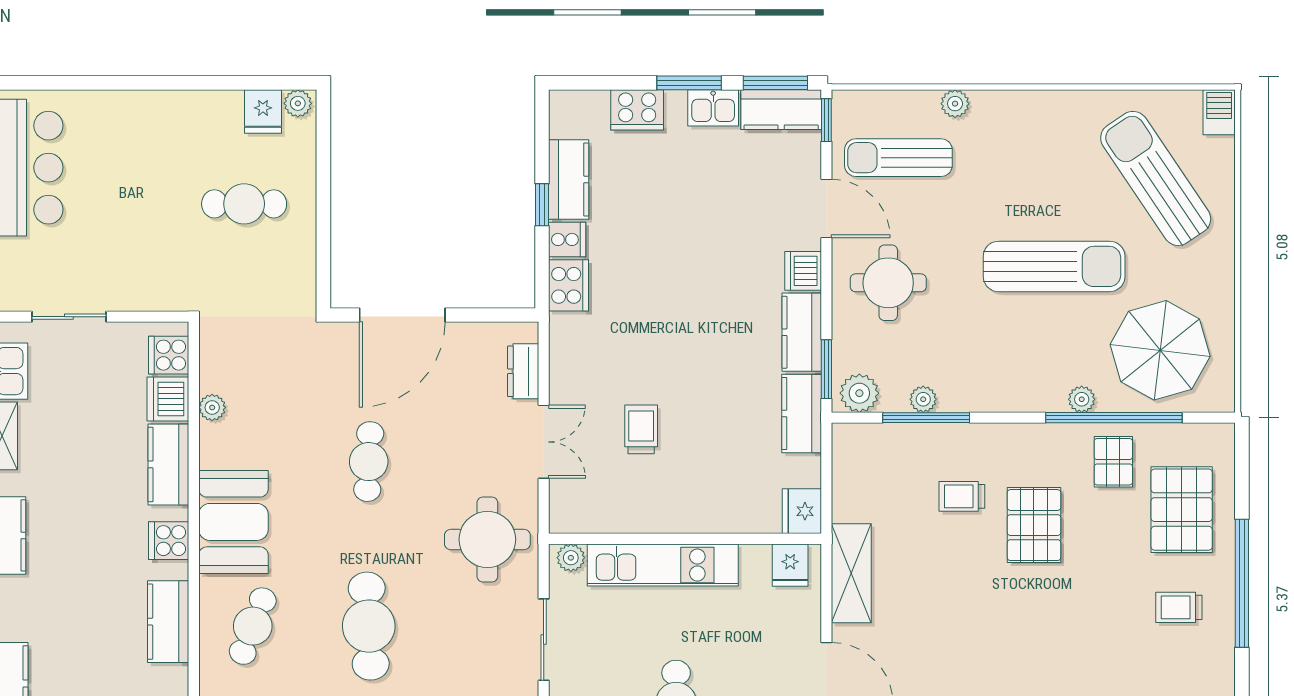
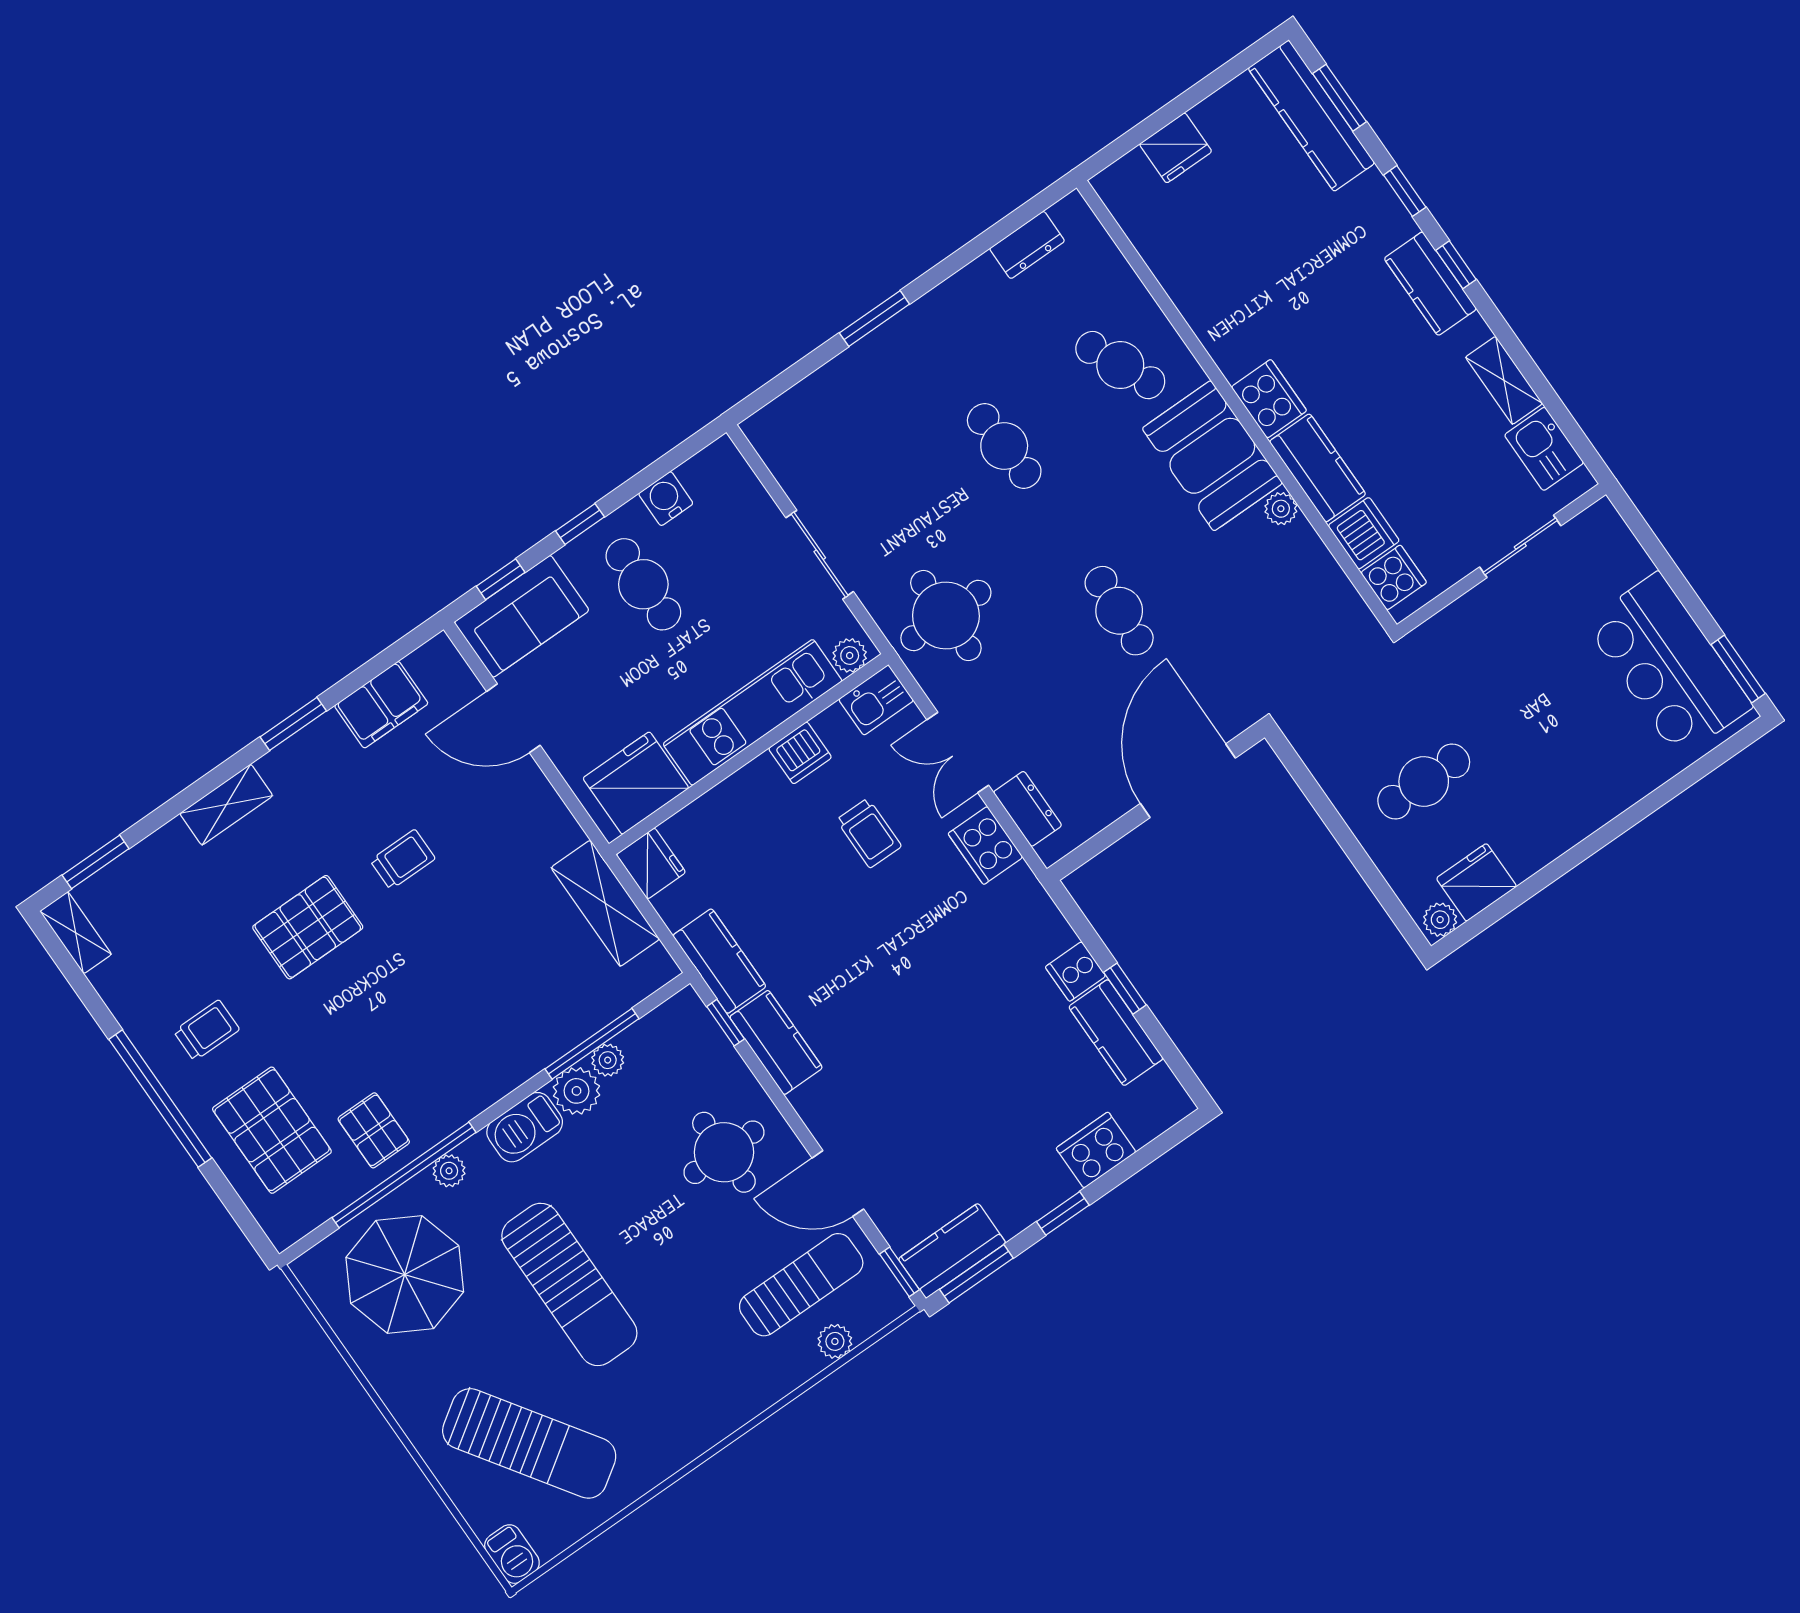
window: (689, 83) -> (1063, 1213), width x0.67
plant: (955, 104) -> (835, 1341), moved
kitchen sink: (713, 108) -> (876, 700), moved, turned 180
fridge: (263, 111) -> (1476, 882), width x1.38
sun lounger: (1054, 266) -> (569, 1284), turned -90
dishwasher: (803, 271) -> (800, 753), moved, turned 90
cooker: (569, 285) -> (985, 845), moved
window: (826, 369) -> (726, 1023), width x0.67
plant: (859, 393) -> (576, 1091), moved
barbecue: (1010, 393) -> (525, 1127), added
plant: (212, 407) -> (1281, 509), moved
trolley: (962, 496) -> (403, 859), moved
pallet: (1034, 525) -> (308, 927), moved, turned 90
cooker: (169, 541) -> (1269, 399), width x1.36
fridge: (790, 565) -> (636, 783), width x1.88, depth x1.34
shelving: (851, 573) -> (605, 903), moved
kitchen counter: (168, 622) -> (1208, 310), removed
cafe table: (253, 626) -> (1120, 365), turned -45
cafe table: (369, 626) -> (1004, 446), width x0.73, depth x0.74

